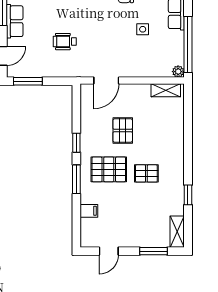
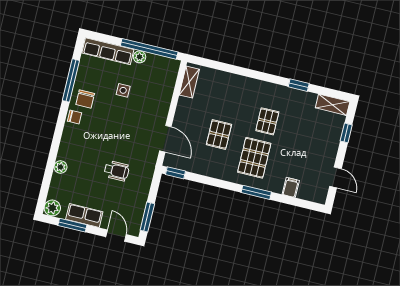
wheelchair: (65, 42) -> (117, 171), turned -90
plant: (178, 72) -> (140, 57), moved
pallet: (123, 131) -> (219, 135), turned 90
window: (76, 143) -> (176, 173), moved
window: (153, 251) -> (346, 133), width x0.67

